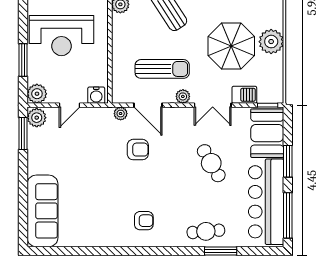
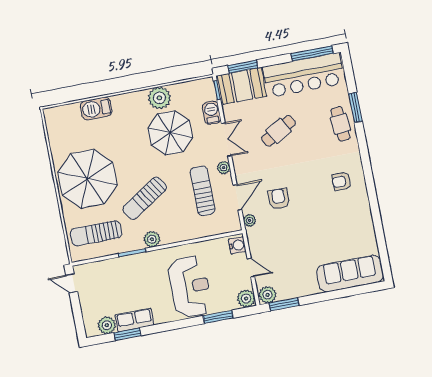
window: (288, 161) -> (243, 67), moved
armchair: (144, 221) -> (341, 181), turned -90

